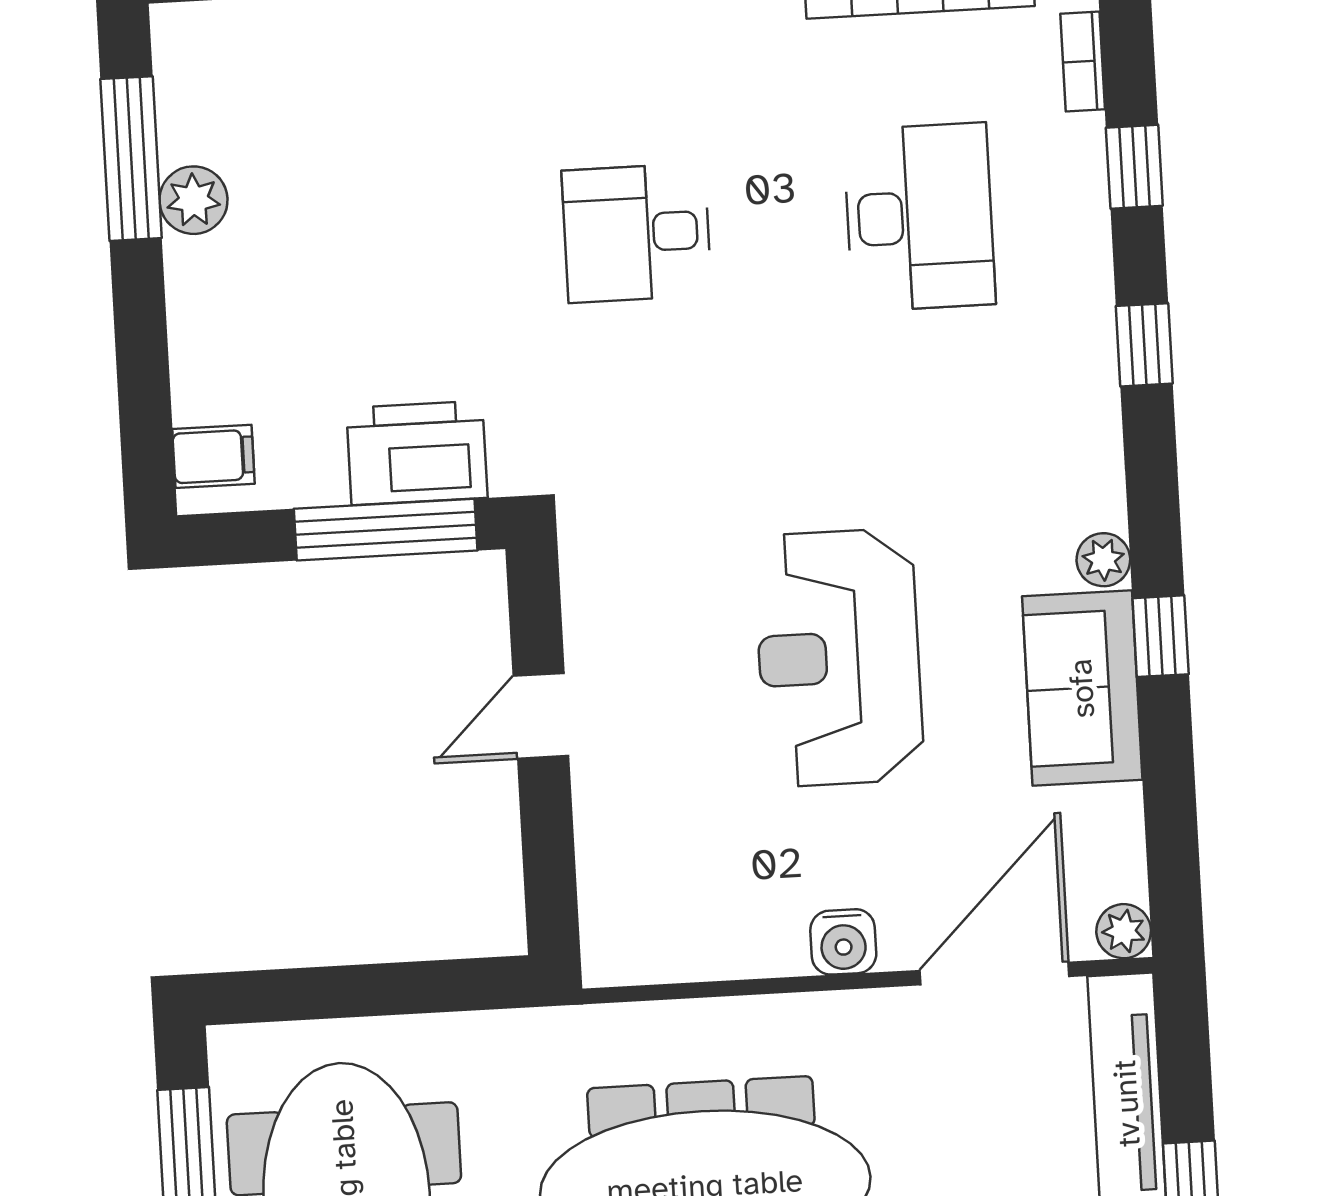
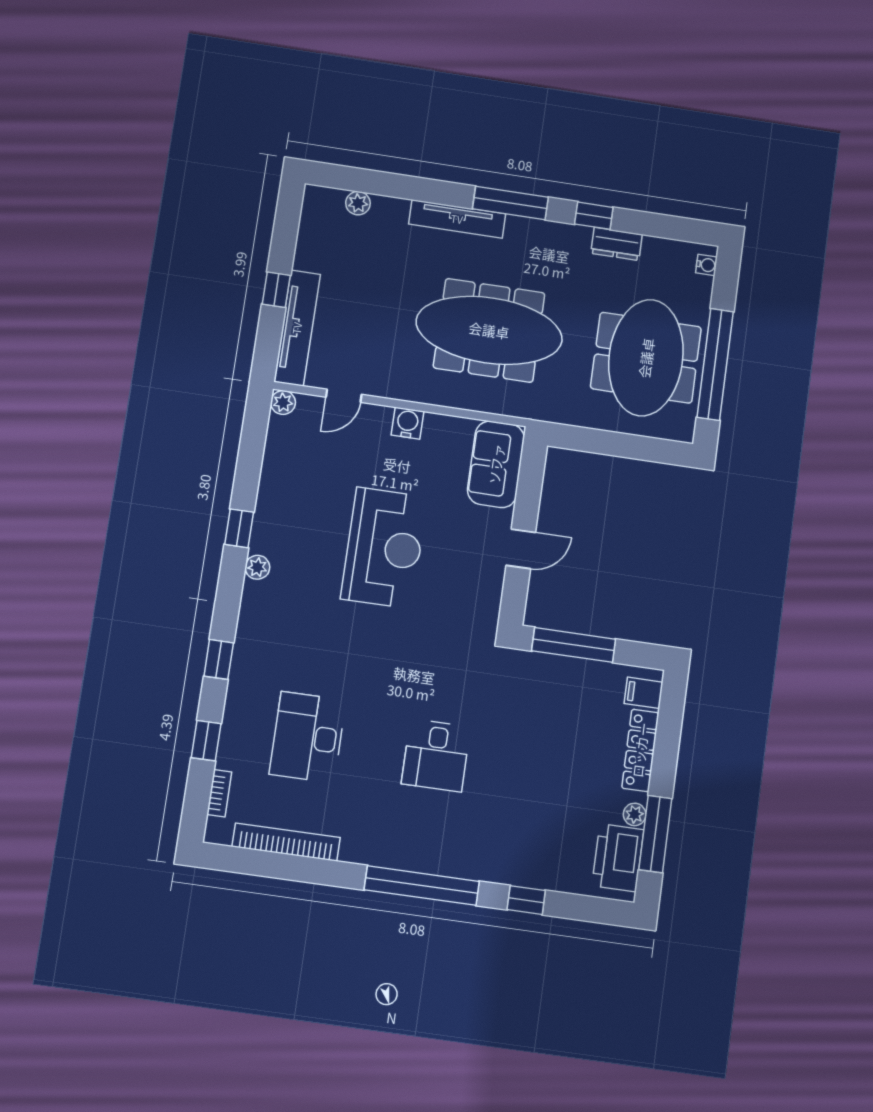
plant: (193, 200) -> (635, 814), width x0.73, depth x0.73
desk: (637, 233) -> (436, 755), turned 90
locker: (197, 331) -> (640, 750), added
printer: (417, 453) -> (618, 858), moved, turned 90
sofa: (1082, 688) -> (496, 464), moved, turned 180
door: (995, 973) -> (344, 396), width x0.53

